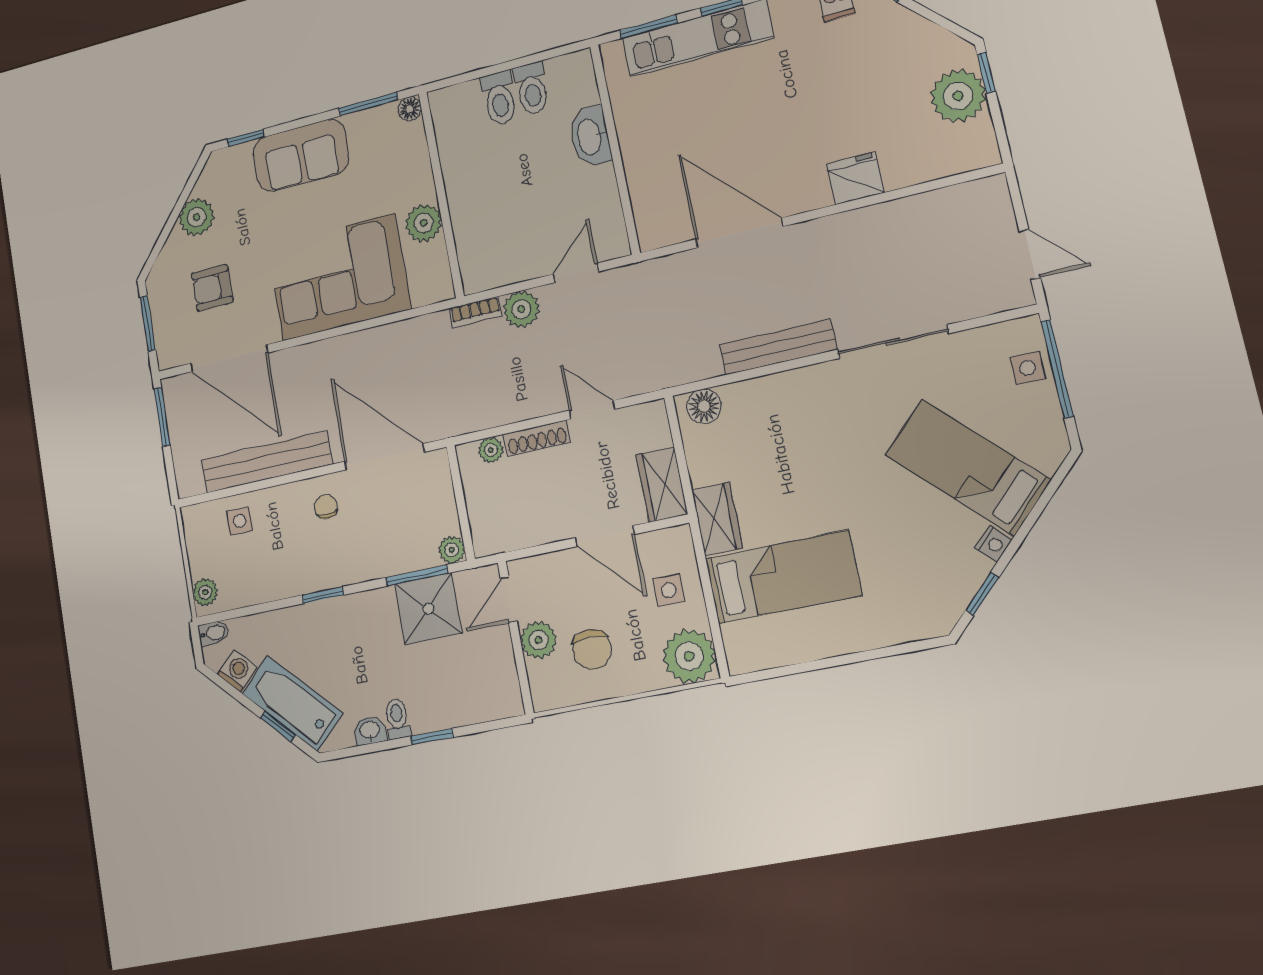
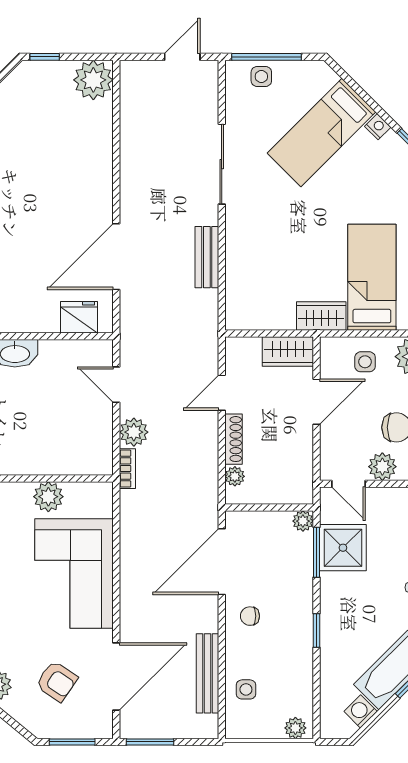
plant: (958, 96) -> (93, 80), moved
fridge: (855, 178) -> (79, 317), moved, turned 90
armchair: (212, 288) -> (57, 681), turned -56
bench: (778, 347) -> (207, 257), width x0.73
floor lamp: (704, 406) -> (238, 309), removed
bench: (267, 462) -> (207, 673), width x0.73, depth x0.82
bidet: (213, 633) -> (328, 726), removed

